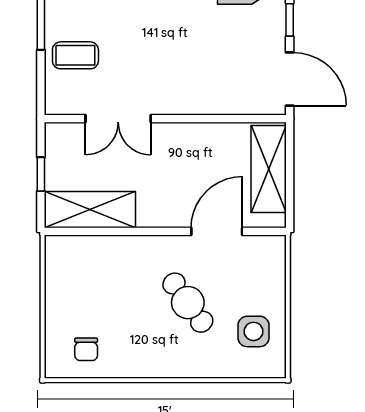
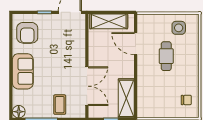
double door: (118, 119) -> (87, 86), width x1.37
cafe table: (188, 303) -> (166, 56), turned -54

